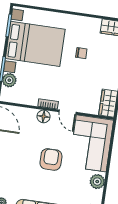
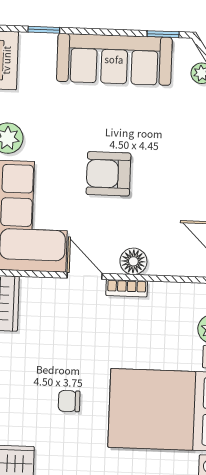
armchair: (51, 159) -> (108, 174), turned 90

